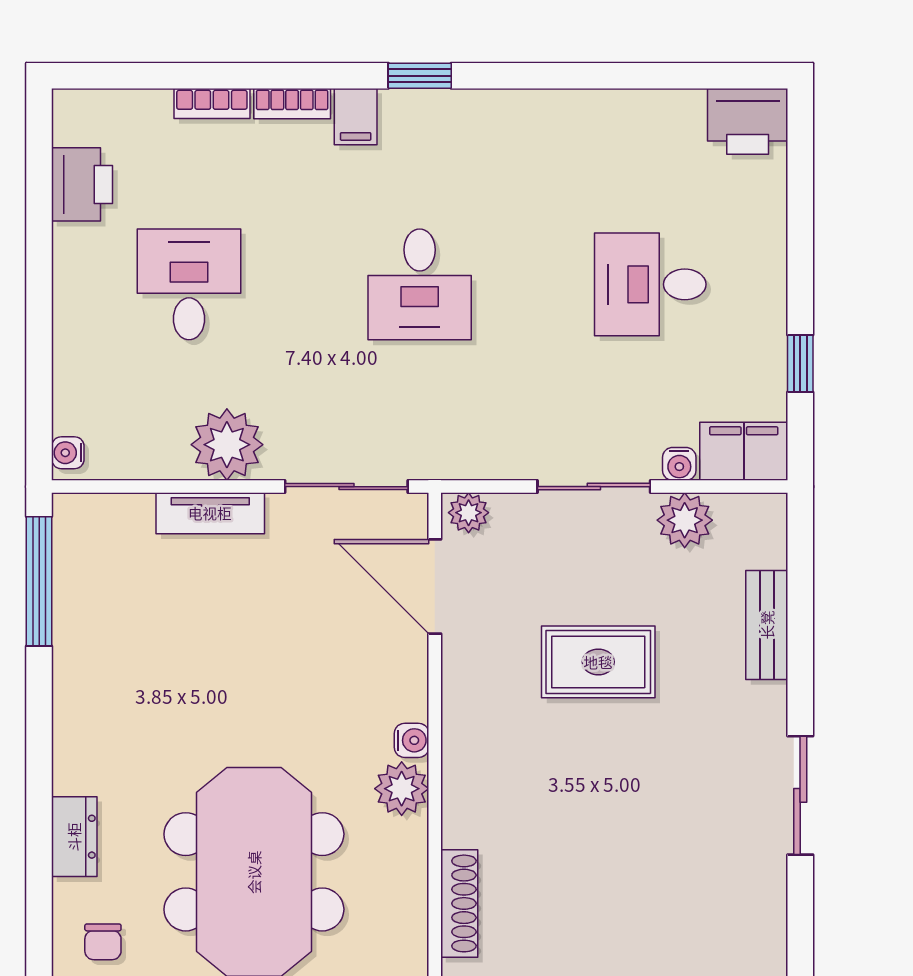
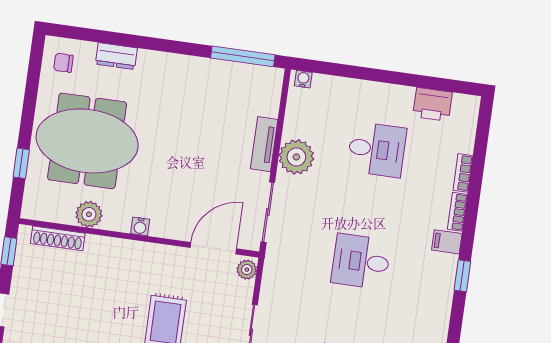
plant: (402, 789) -> (89, 214), moved

